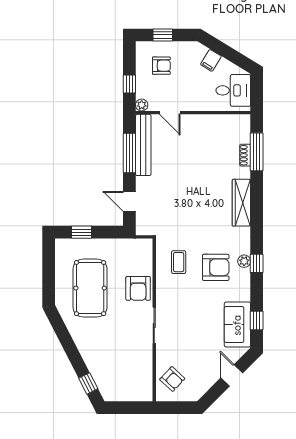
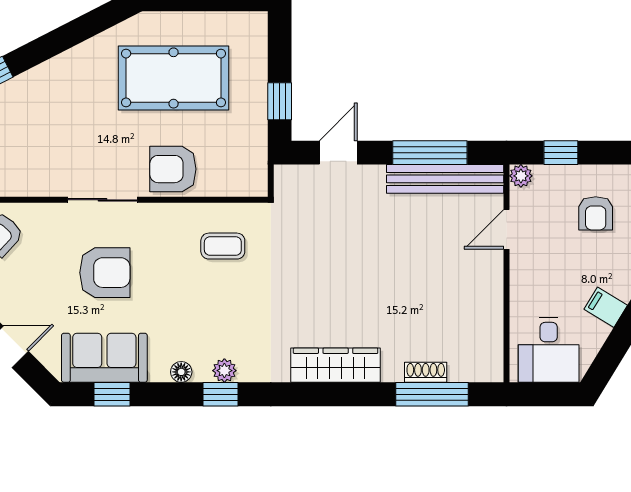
window: (82, 232) -> (280, 101), moved
armchair: (216, 267) -> (105, 273), moved, turned -90
floor lamp: (245, 284) -> (181, 372), added

